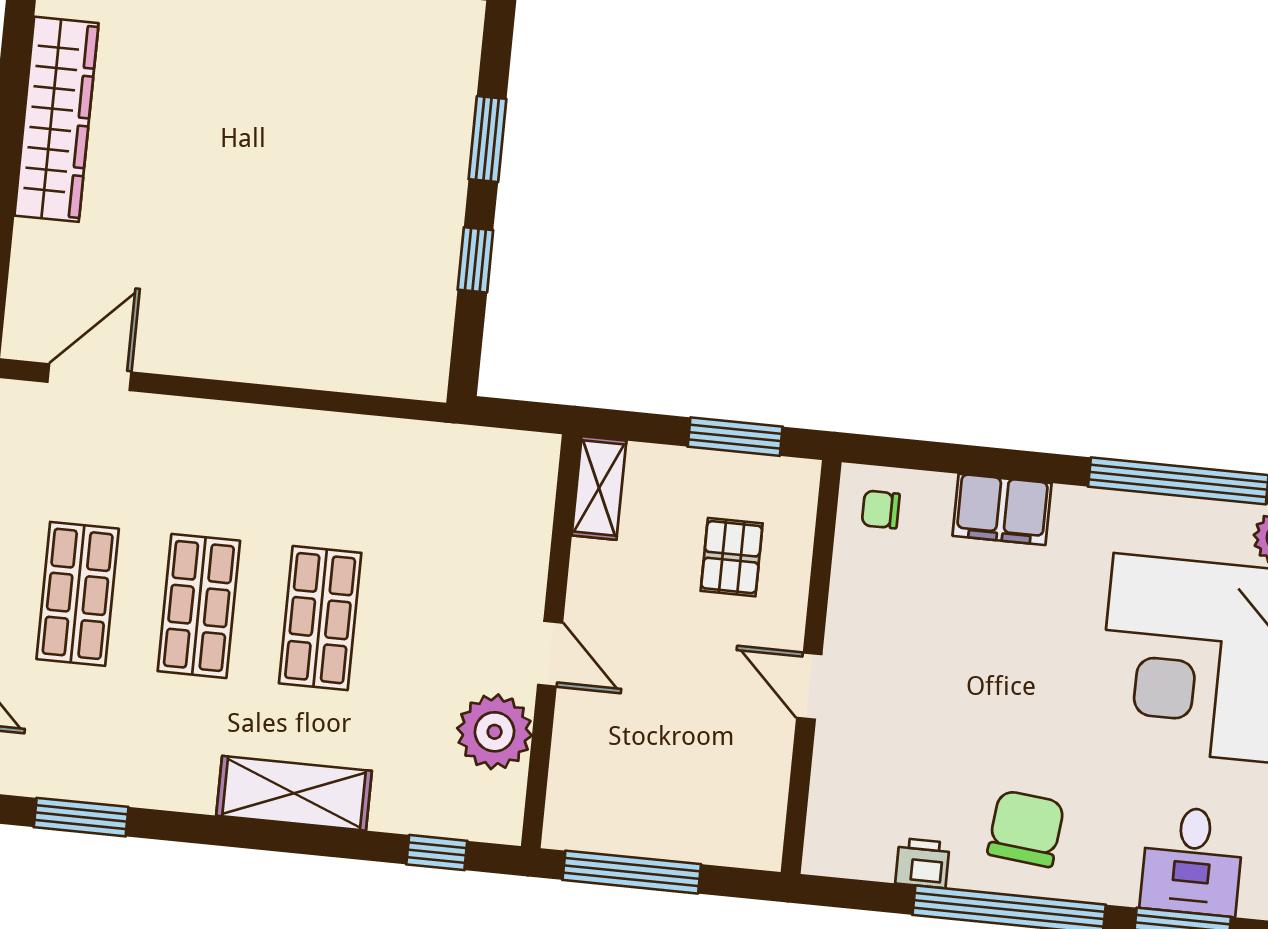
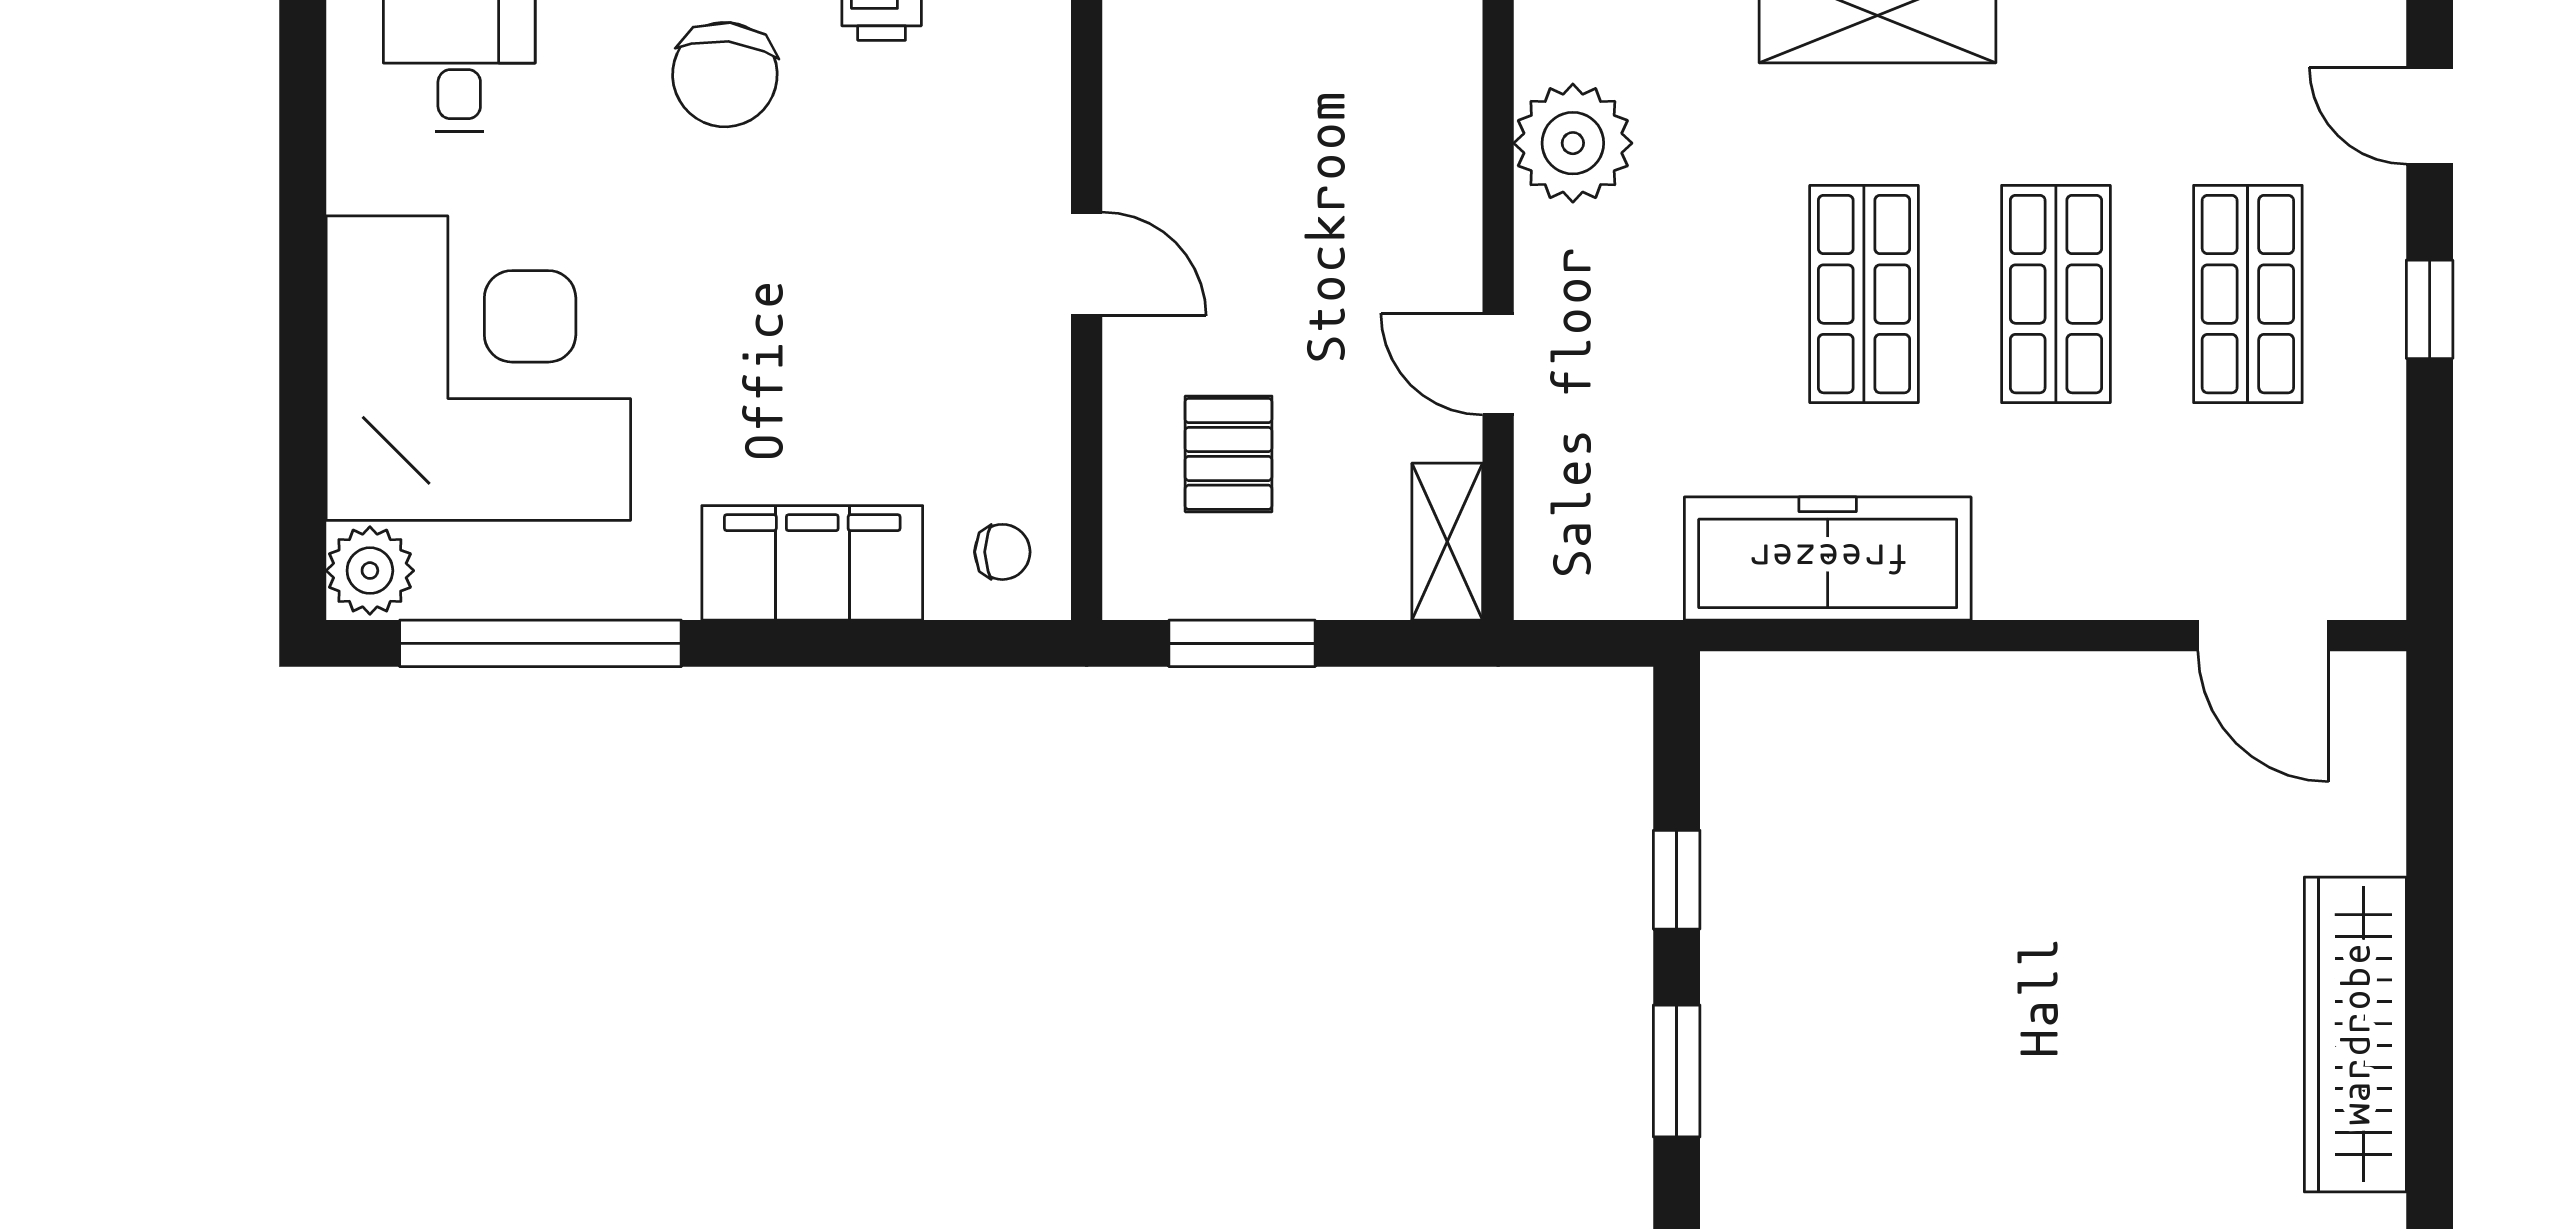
door: (89, 377) -> (2263, 636), hinge flipped
freezer: (360, 453) -> (1828, 559), added
filing cabinet: (1002, 509) -> (812, 563), width x1.50, depth x1.17
door: (550, 654) -> (1498, 364), moved

